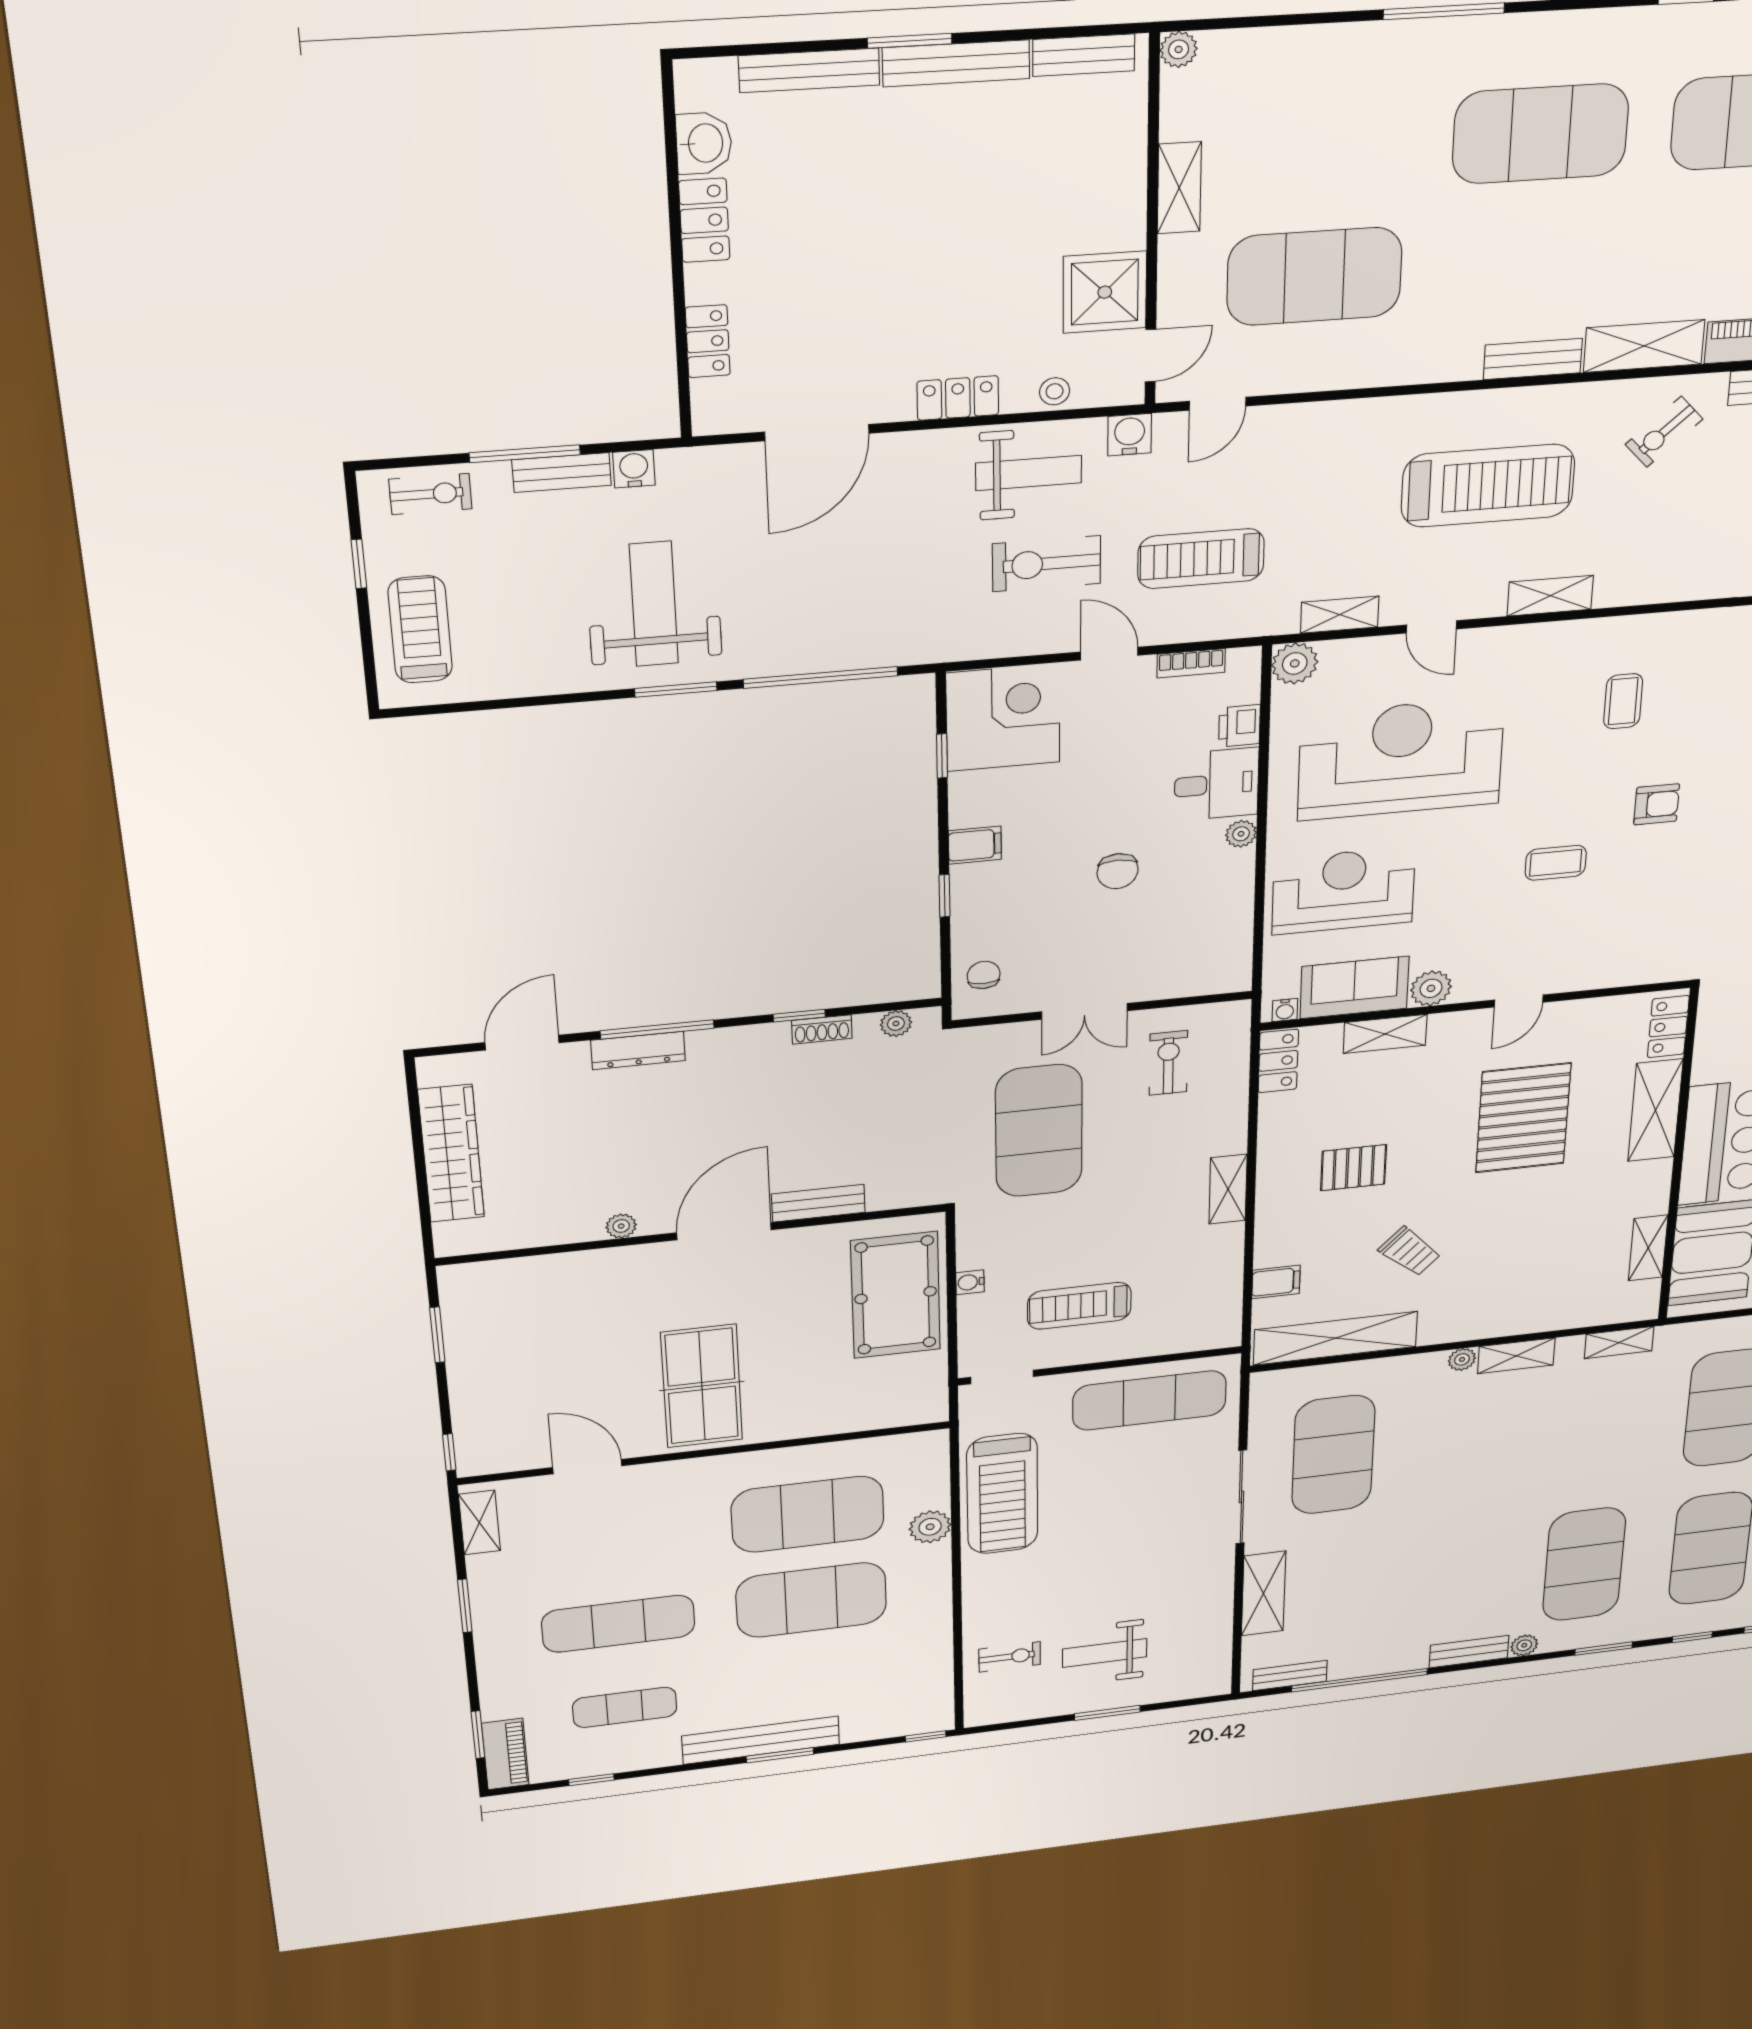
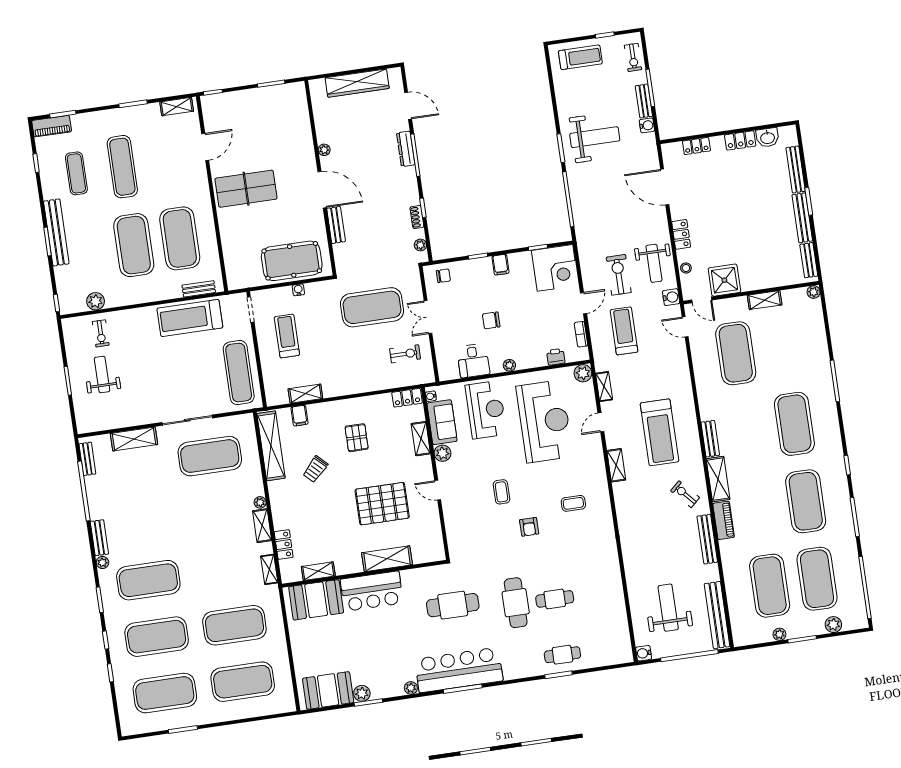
desk: (1217, 784) -> (473, 361), moved
locker: (1668, 1027) -> (284, 545), moved, turned 90
shelving: (1228, 1189) -> (305, 394), moved
bench: (935, 1477) -> (199, 289), added
plant: (930, 1527) -> (96, 301), moved

